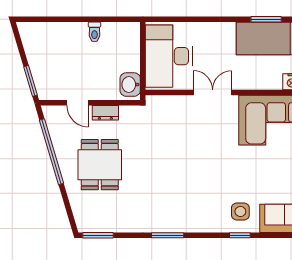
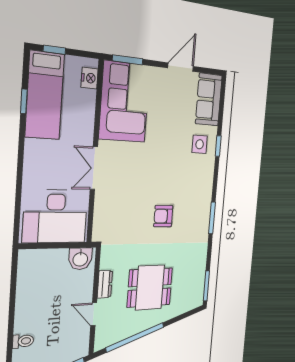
window: (266, 19) -> (24, 101), width x0.67
toilet: (94, 32) -> (23, 341), moved
door: (78, 103) -> (94, 314), swing flipped
armchair: (169, 174) -> (163, 216), added

